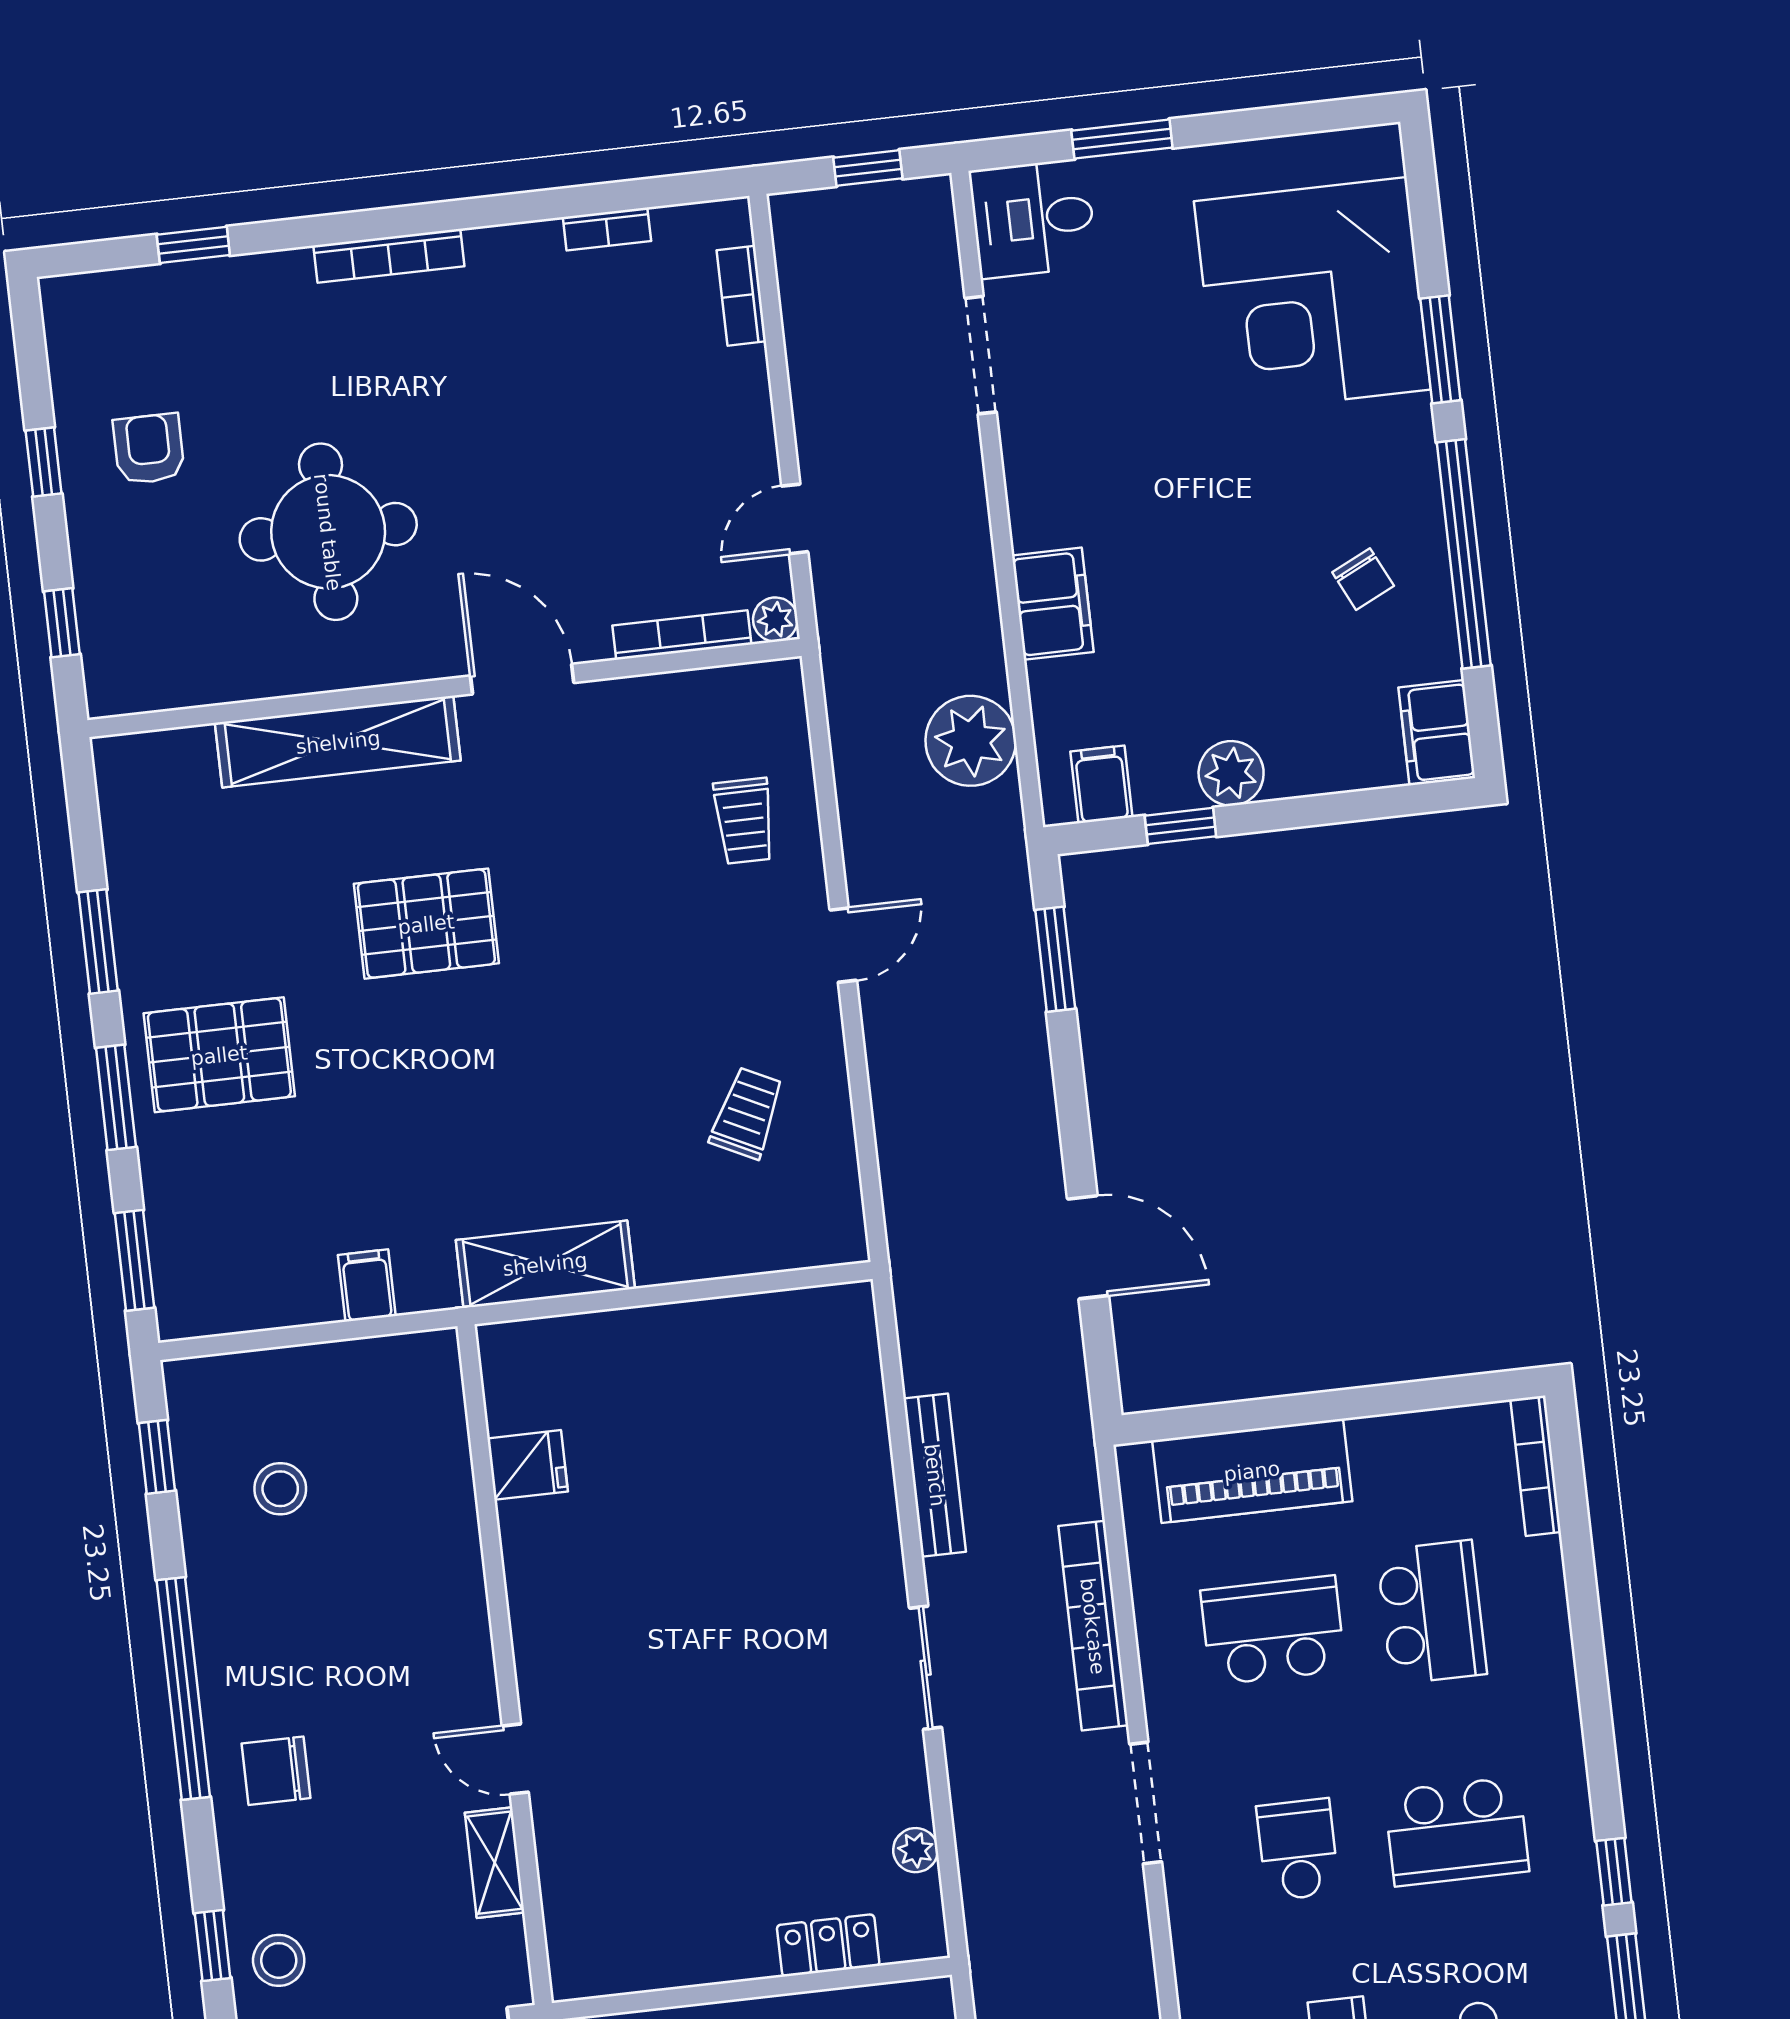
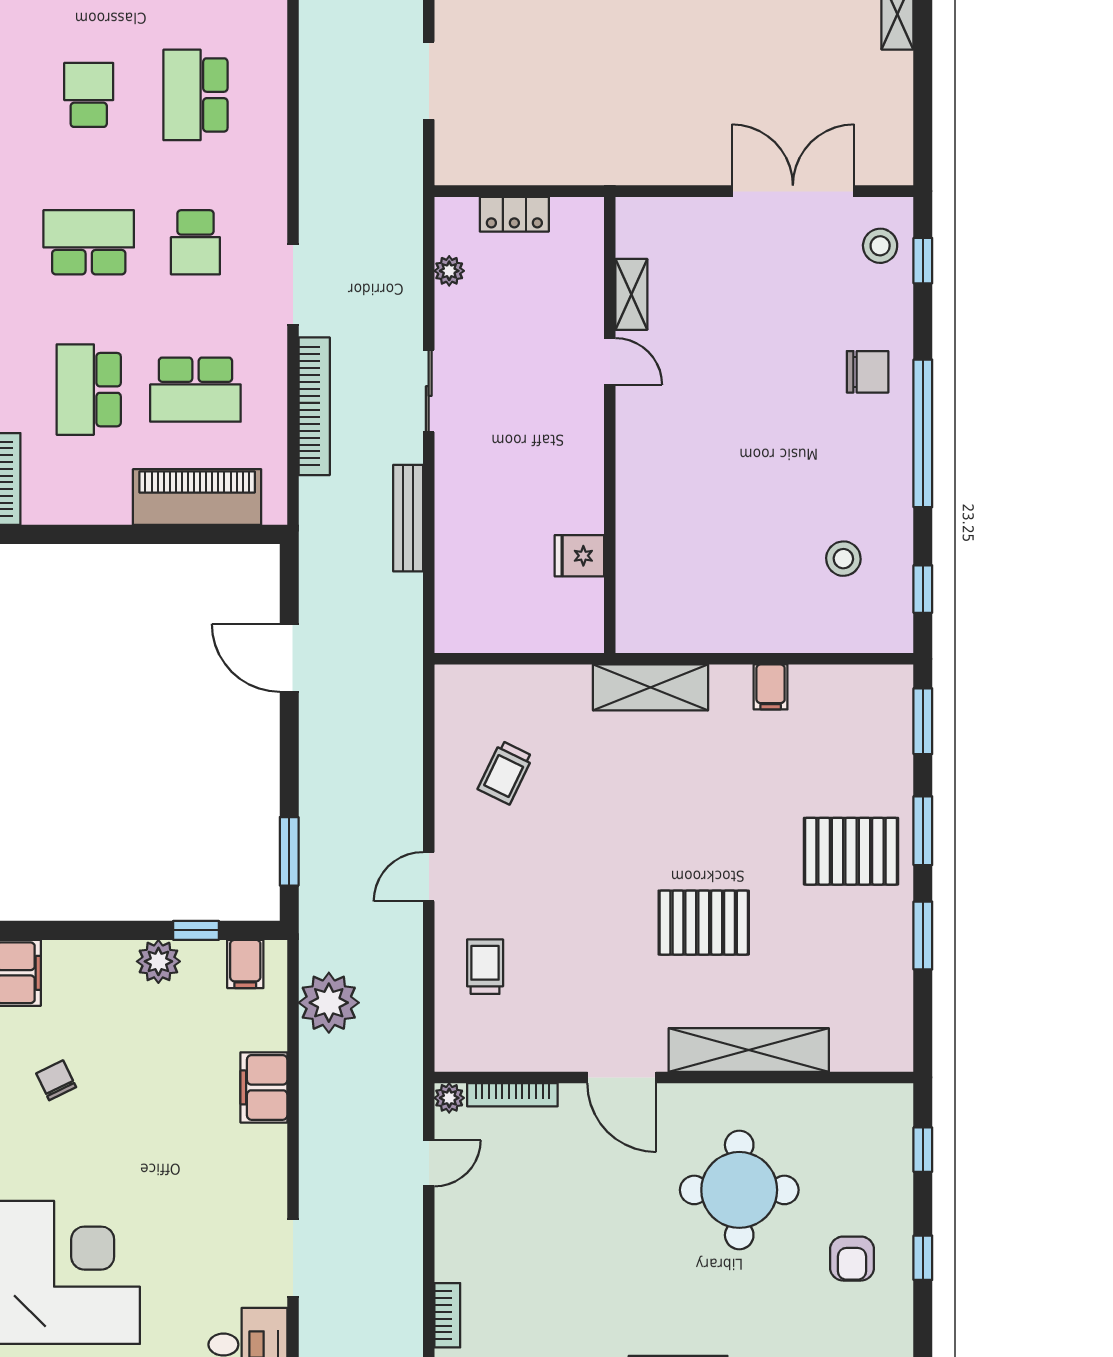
fridge: (528, 1465) -> (579, 556), moved
wall: (505, 1665) -> (610, 425), moved
door: (515, 1759) -> (610, 361), moved
shelving: (495, 1863) -> (631, 294), moved

